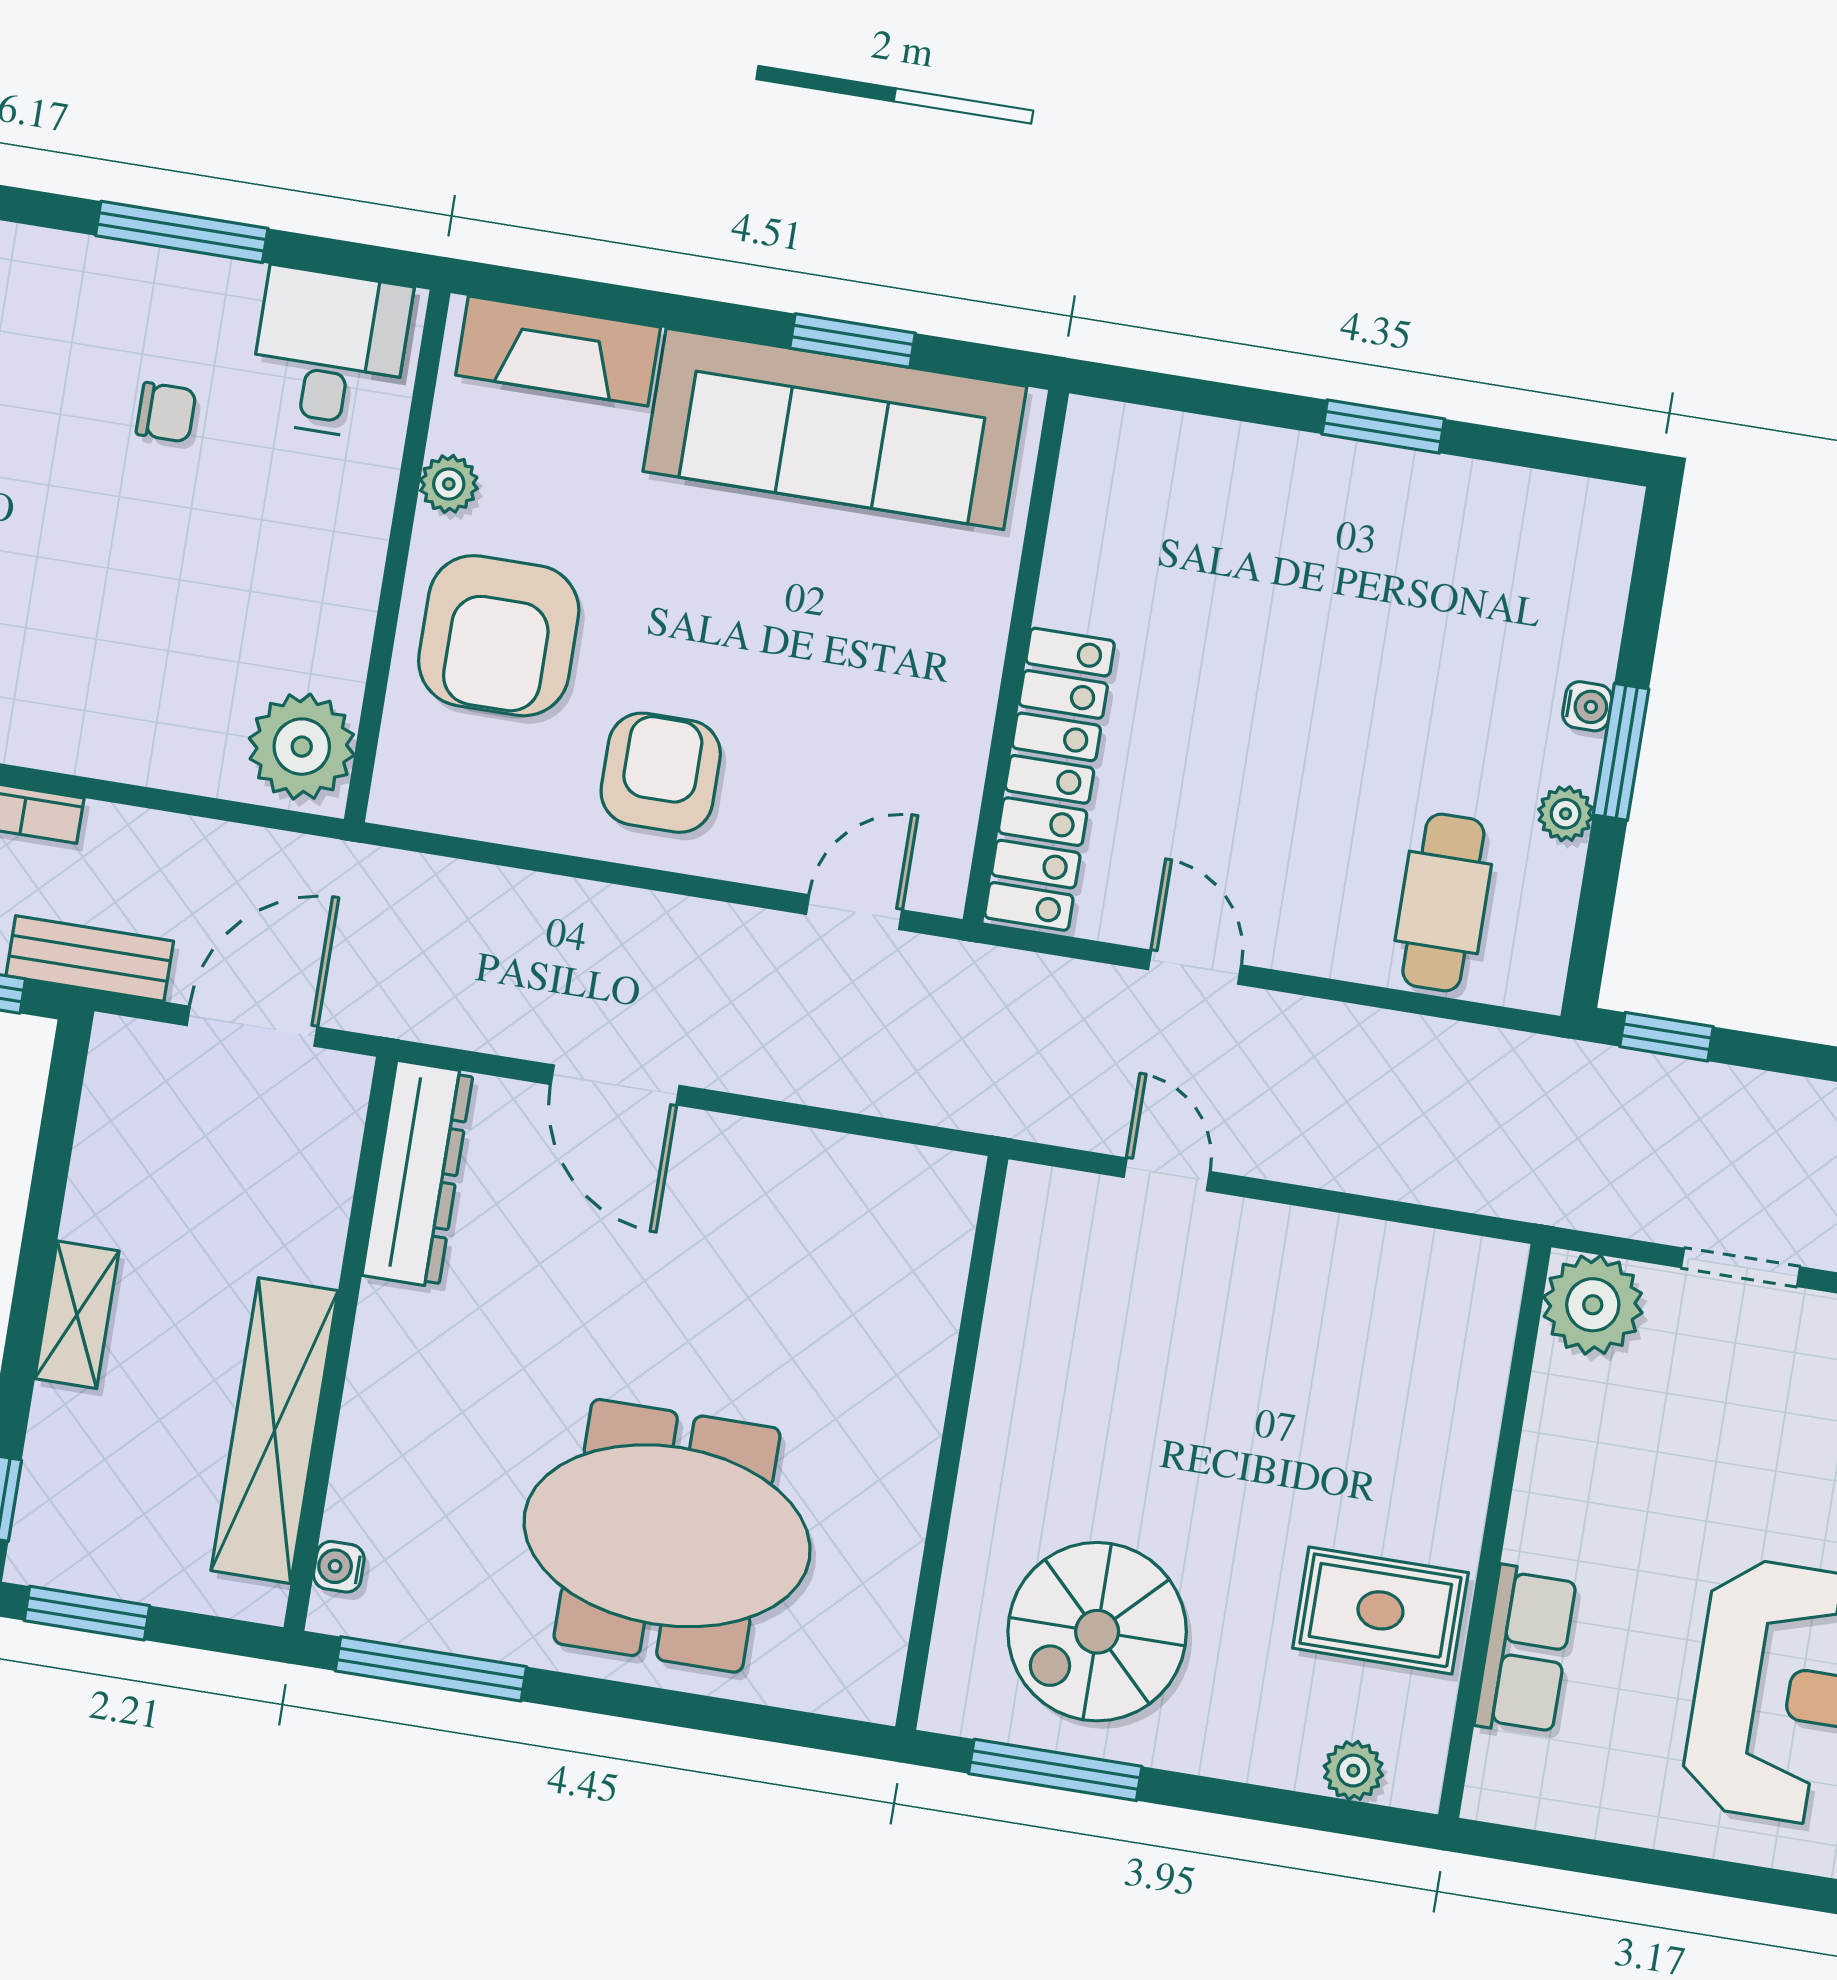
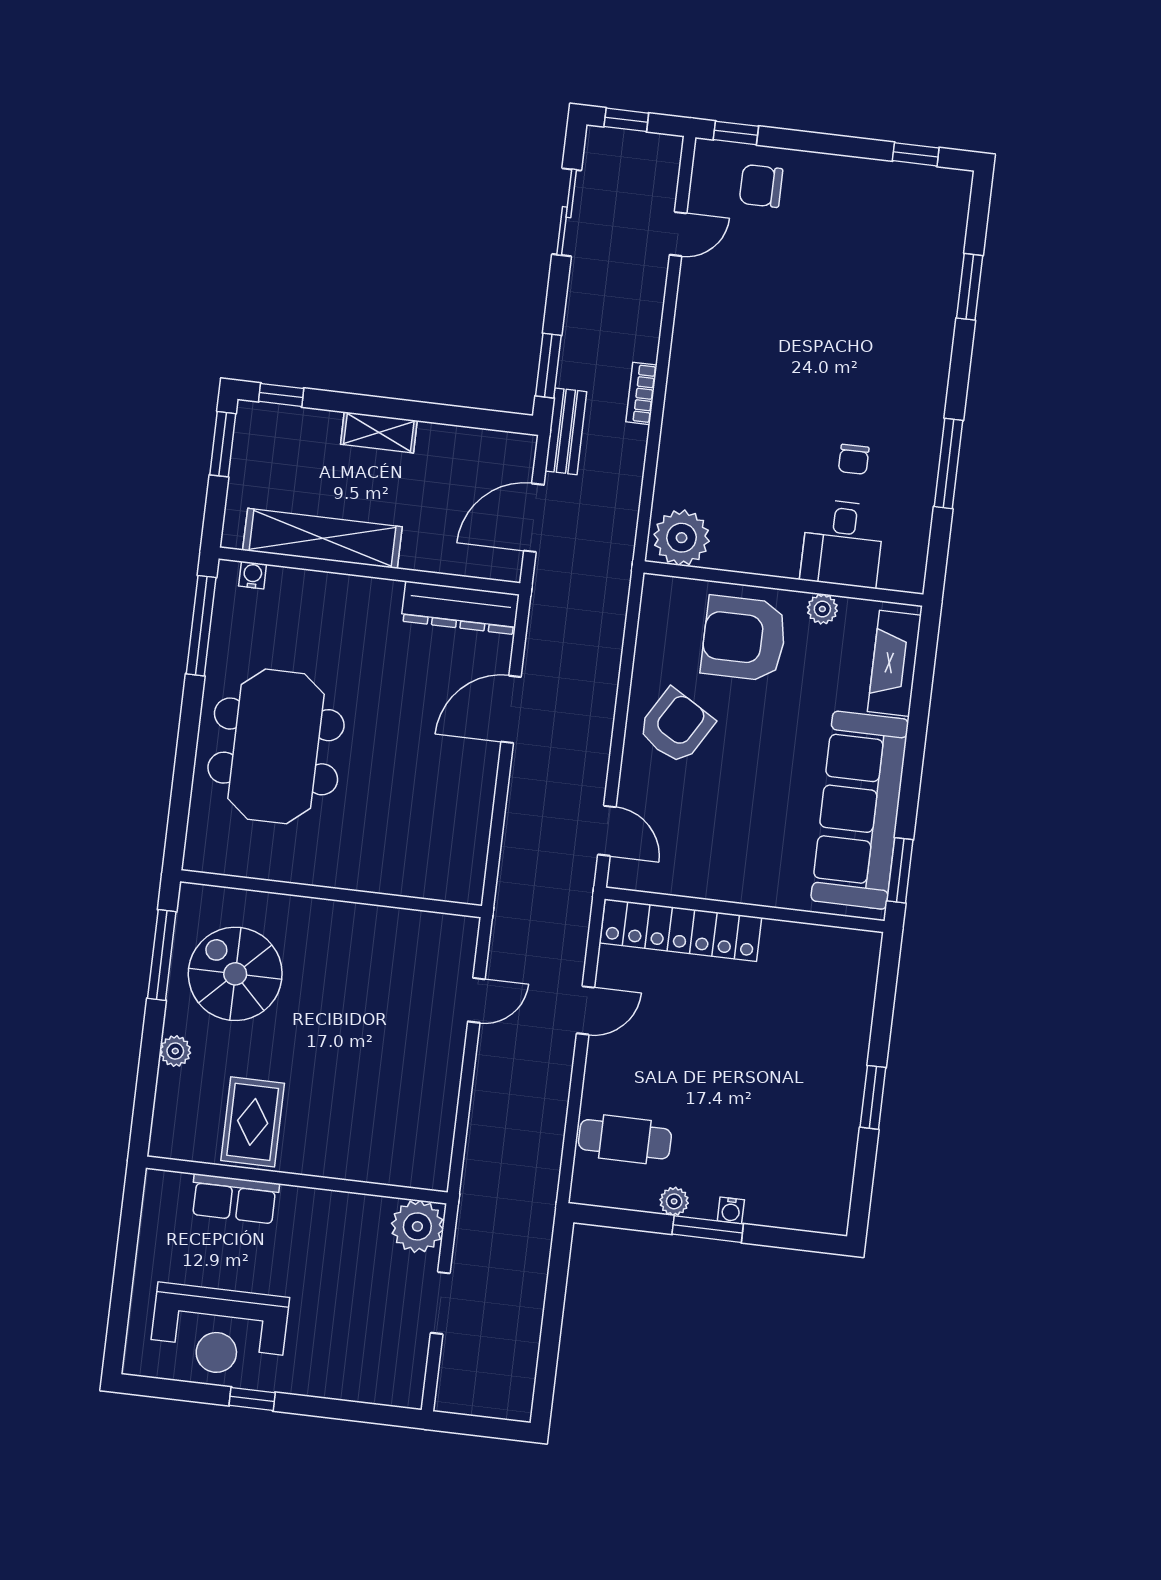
window: (852, 341) -> (900, 870), moved
desk: (330, 353) -> (842, 543), moved, turned 90
armchair: (661, 773) -> (676, 726), turned -59
door: (252, 1026) -> (534, 518), swing flipped
window: (1667, 1037) -> (559, 1259), removed
plant: (1353, 1771) -> (175, 1051), moved

